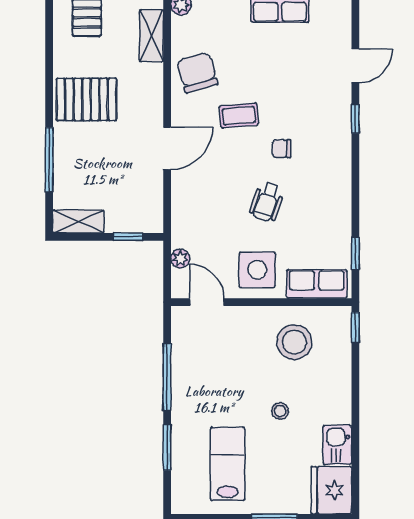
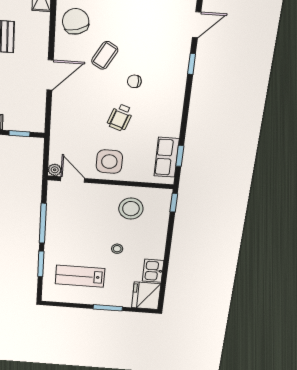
coffee table: (239, 116) -> (105, 55), turned -55
plant: (180, 259) -> (55, 170), moved
row of seats: (317, 284) -> (167, 157), moved, turned -90
lab bench: (228, 464) -> (80, 276), turned -90

